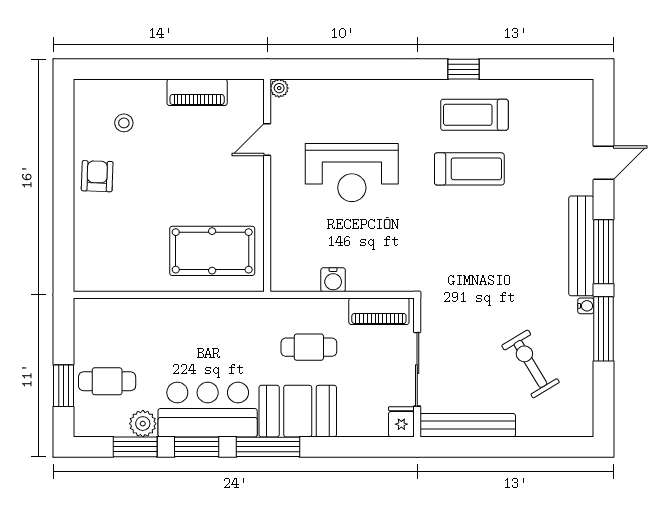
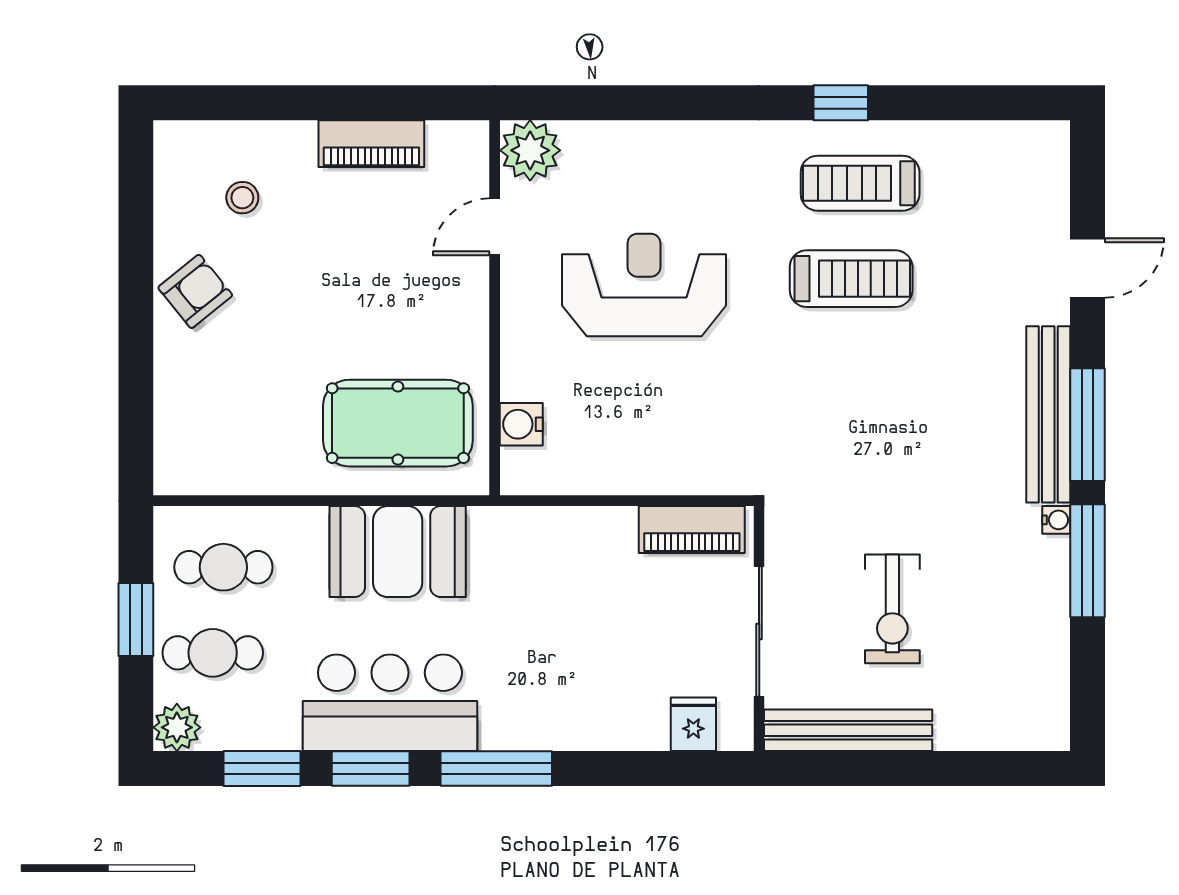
plant: (279, 88) -> (530, 150), width x1.88, depth x1.88
reception desk: (352, 173) -> (644, 285), turned 180
armchair: (97, 176) -> (195, 291), turned 49
water cooler: (333, 280) -> (521, 424), moved, turned 90
cafe table: (309, 347) -> (223, 567), moved
exercise bike: (530, 364) -> (892, 609), moved, turned -149
window: (63, 386) -> (136, 620), moved
booth: (298, 411) -> (398, 552), moved
fridge: (401, 422) -> (693, 724), moved
plant: (143, 424) -> (177, 727), moved

